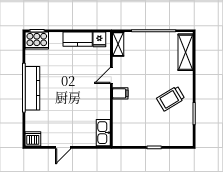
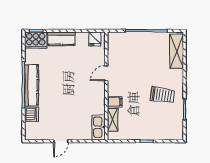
kitchen counter: (78, 39) -> (61, 39), moved
shelving: (118, 44) -> (113, 120), moved
filing cabinet: (120, 93) -> (115, 102), moved
trolley: (171, 99) -> (162, 95), turned -141
dishwasher: (33, 139) -> (32, 114), moved, turned 90

